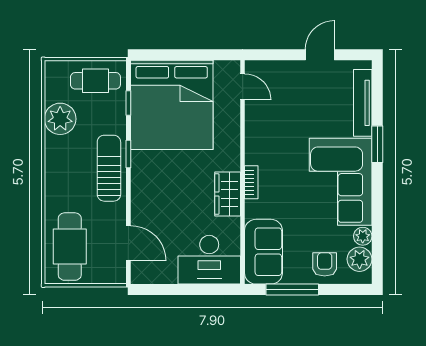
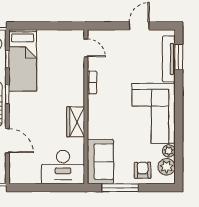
bed: (172, 105) -> (23, 60), width x0.49
window: (377, 144) -> (179, 57), moved
bookcase: (251, 182) -> (92, 82), moved
door: (128, 243) -> (7, 141), moved

